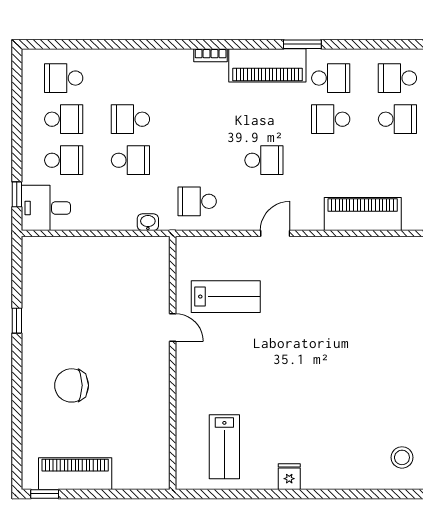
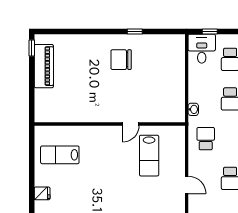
chair: (72, 385) -> (121, 60), moved, turned -90

